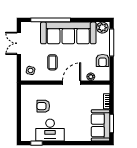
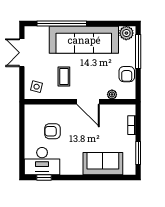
door: (72, 83) -> (88, 102), swing flipped
sofa: (101, 125) -> (103, 164), moved, turned 90
desk: (50, 130) -> (42, 161), moved

